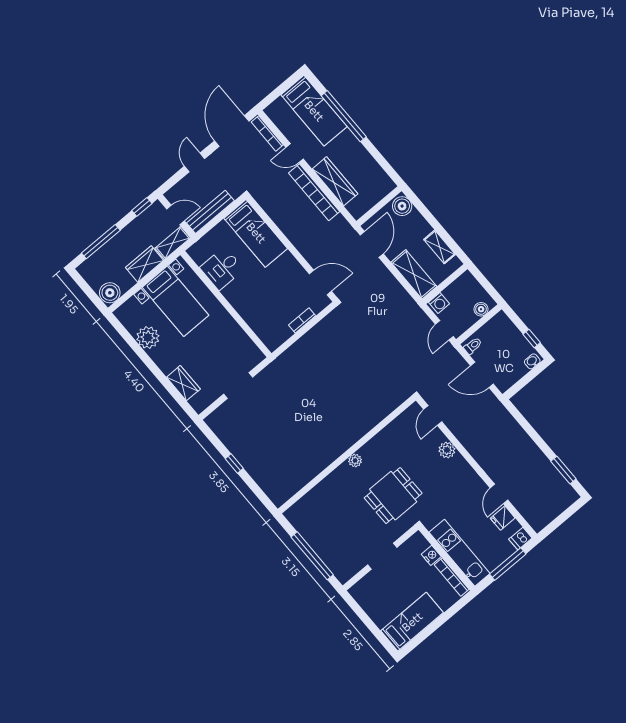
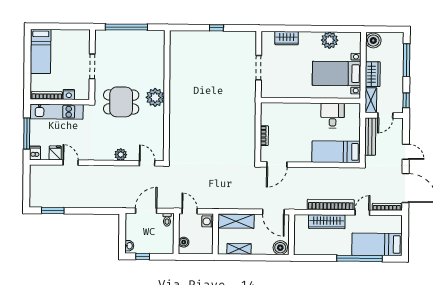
plant: (355, 460) -> (155, 97), width x1.88, depth x1.88
dining table: (393, 496) -> (121, 102), turned 90

